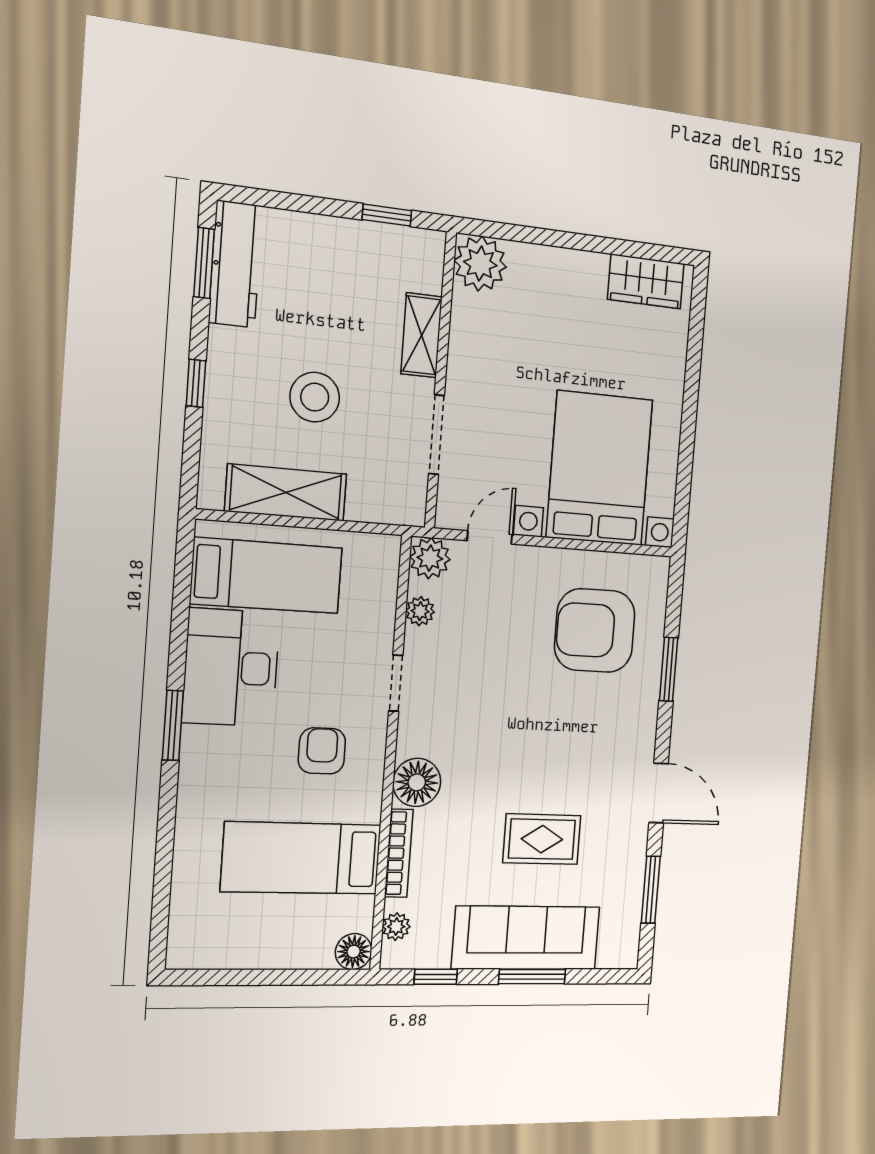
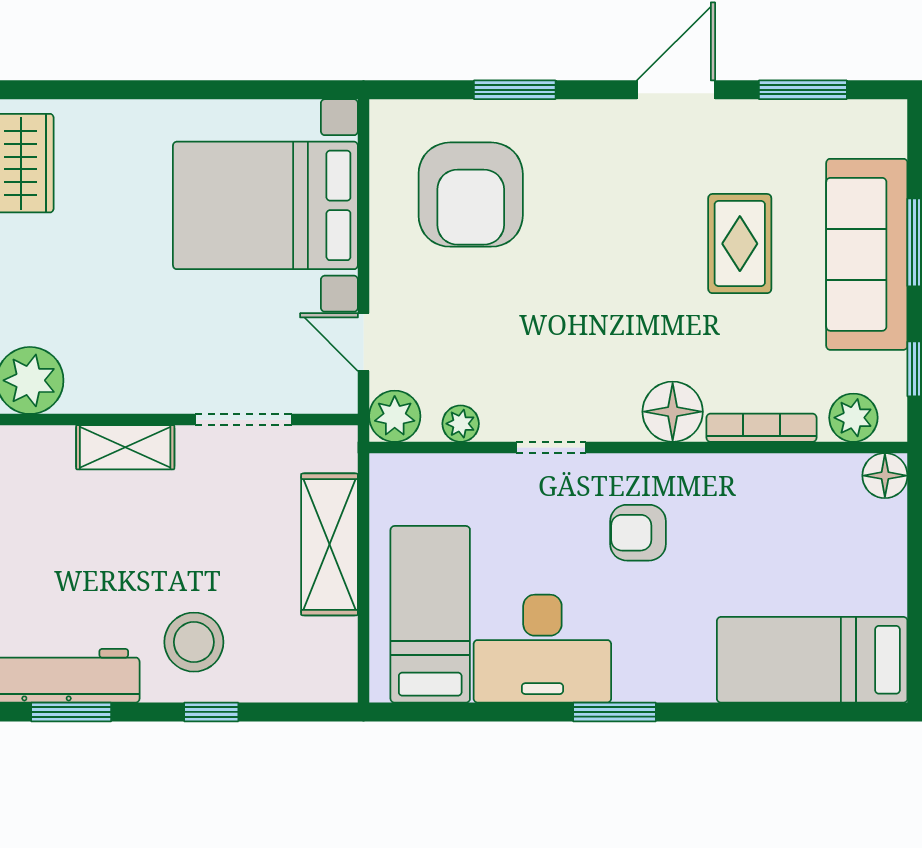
stool: (315, 397) -> (194, 642), moved
shelving: (286, 493) -> (329, 544), moved
bed: (301, 858) -> (812, 660), moved, turned 90
plant: (396, 927) -> (853, 418), width x1.38, depth x1.38

